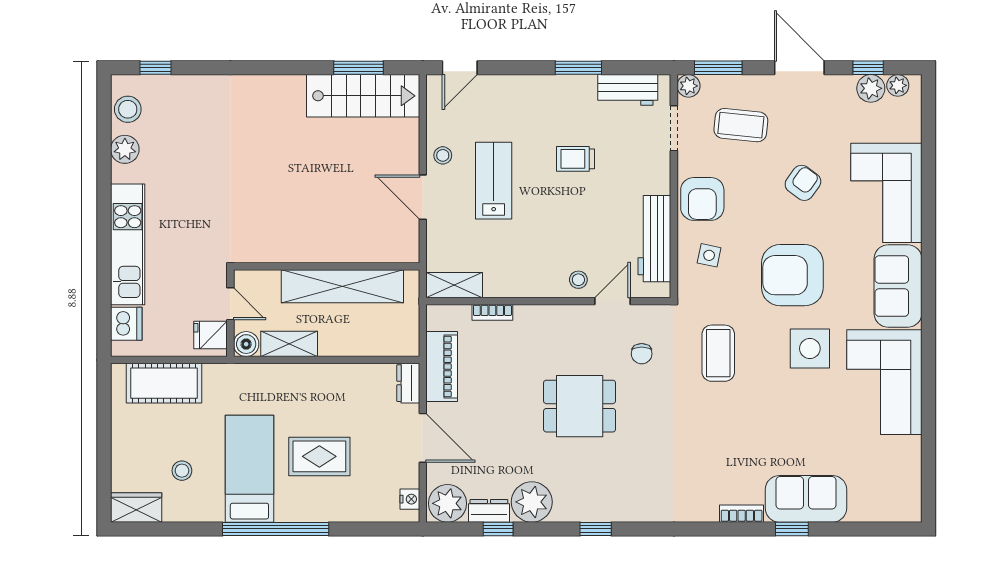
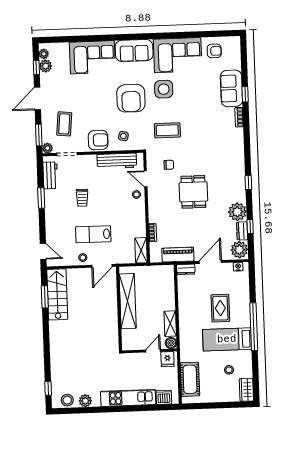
armchair: (803, 183) -> (214, 51), moved, turned 144
wall: (327, 266) -> (119, 309), moved
shelving: (342, 286) -> (128, 301), moved

